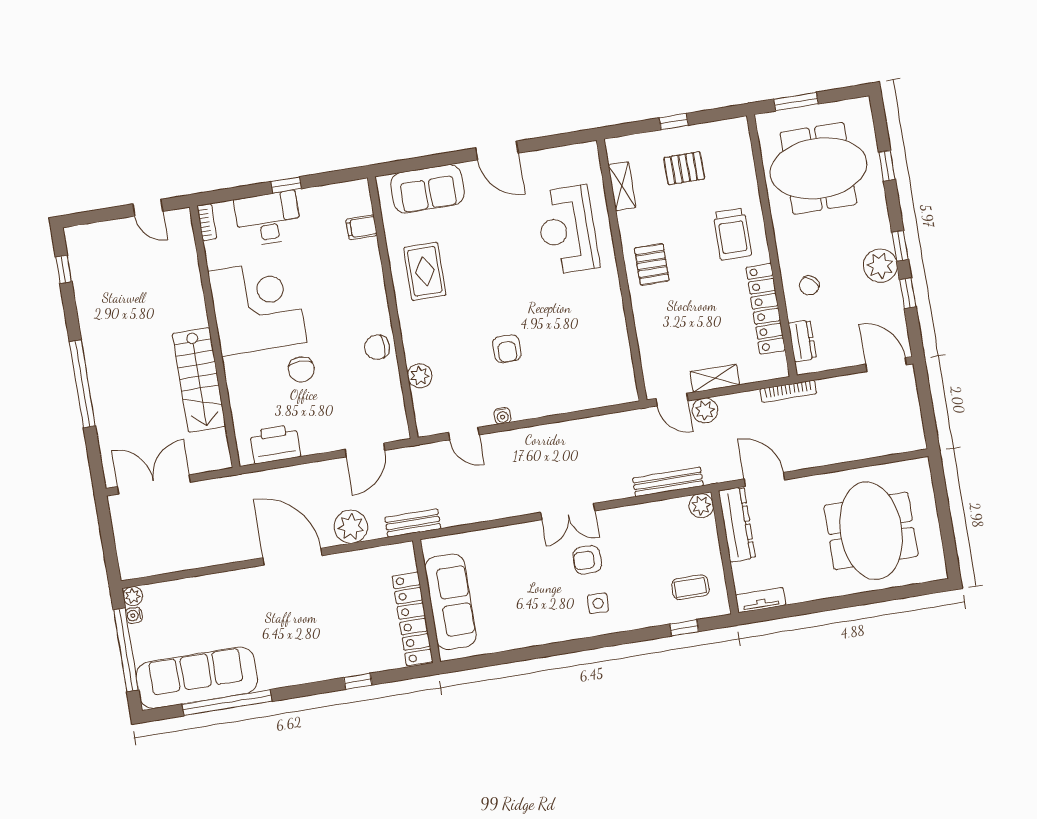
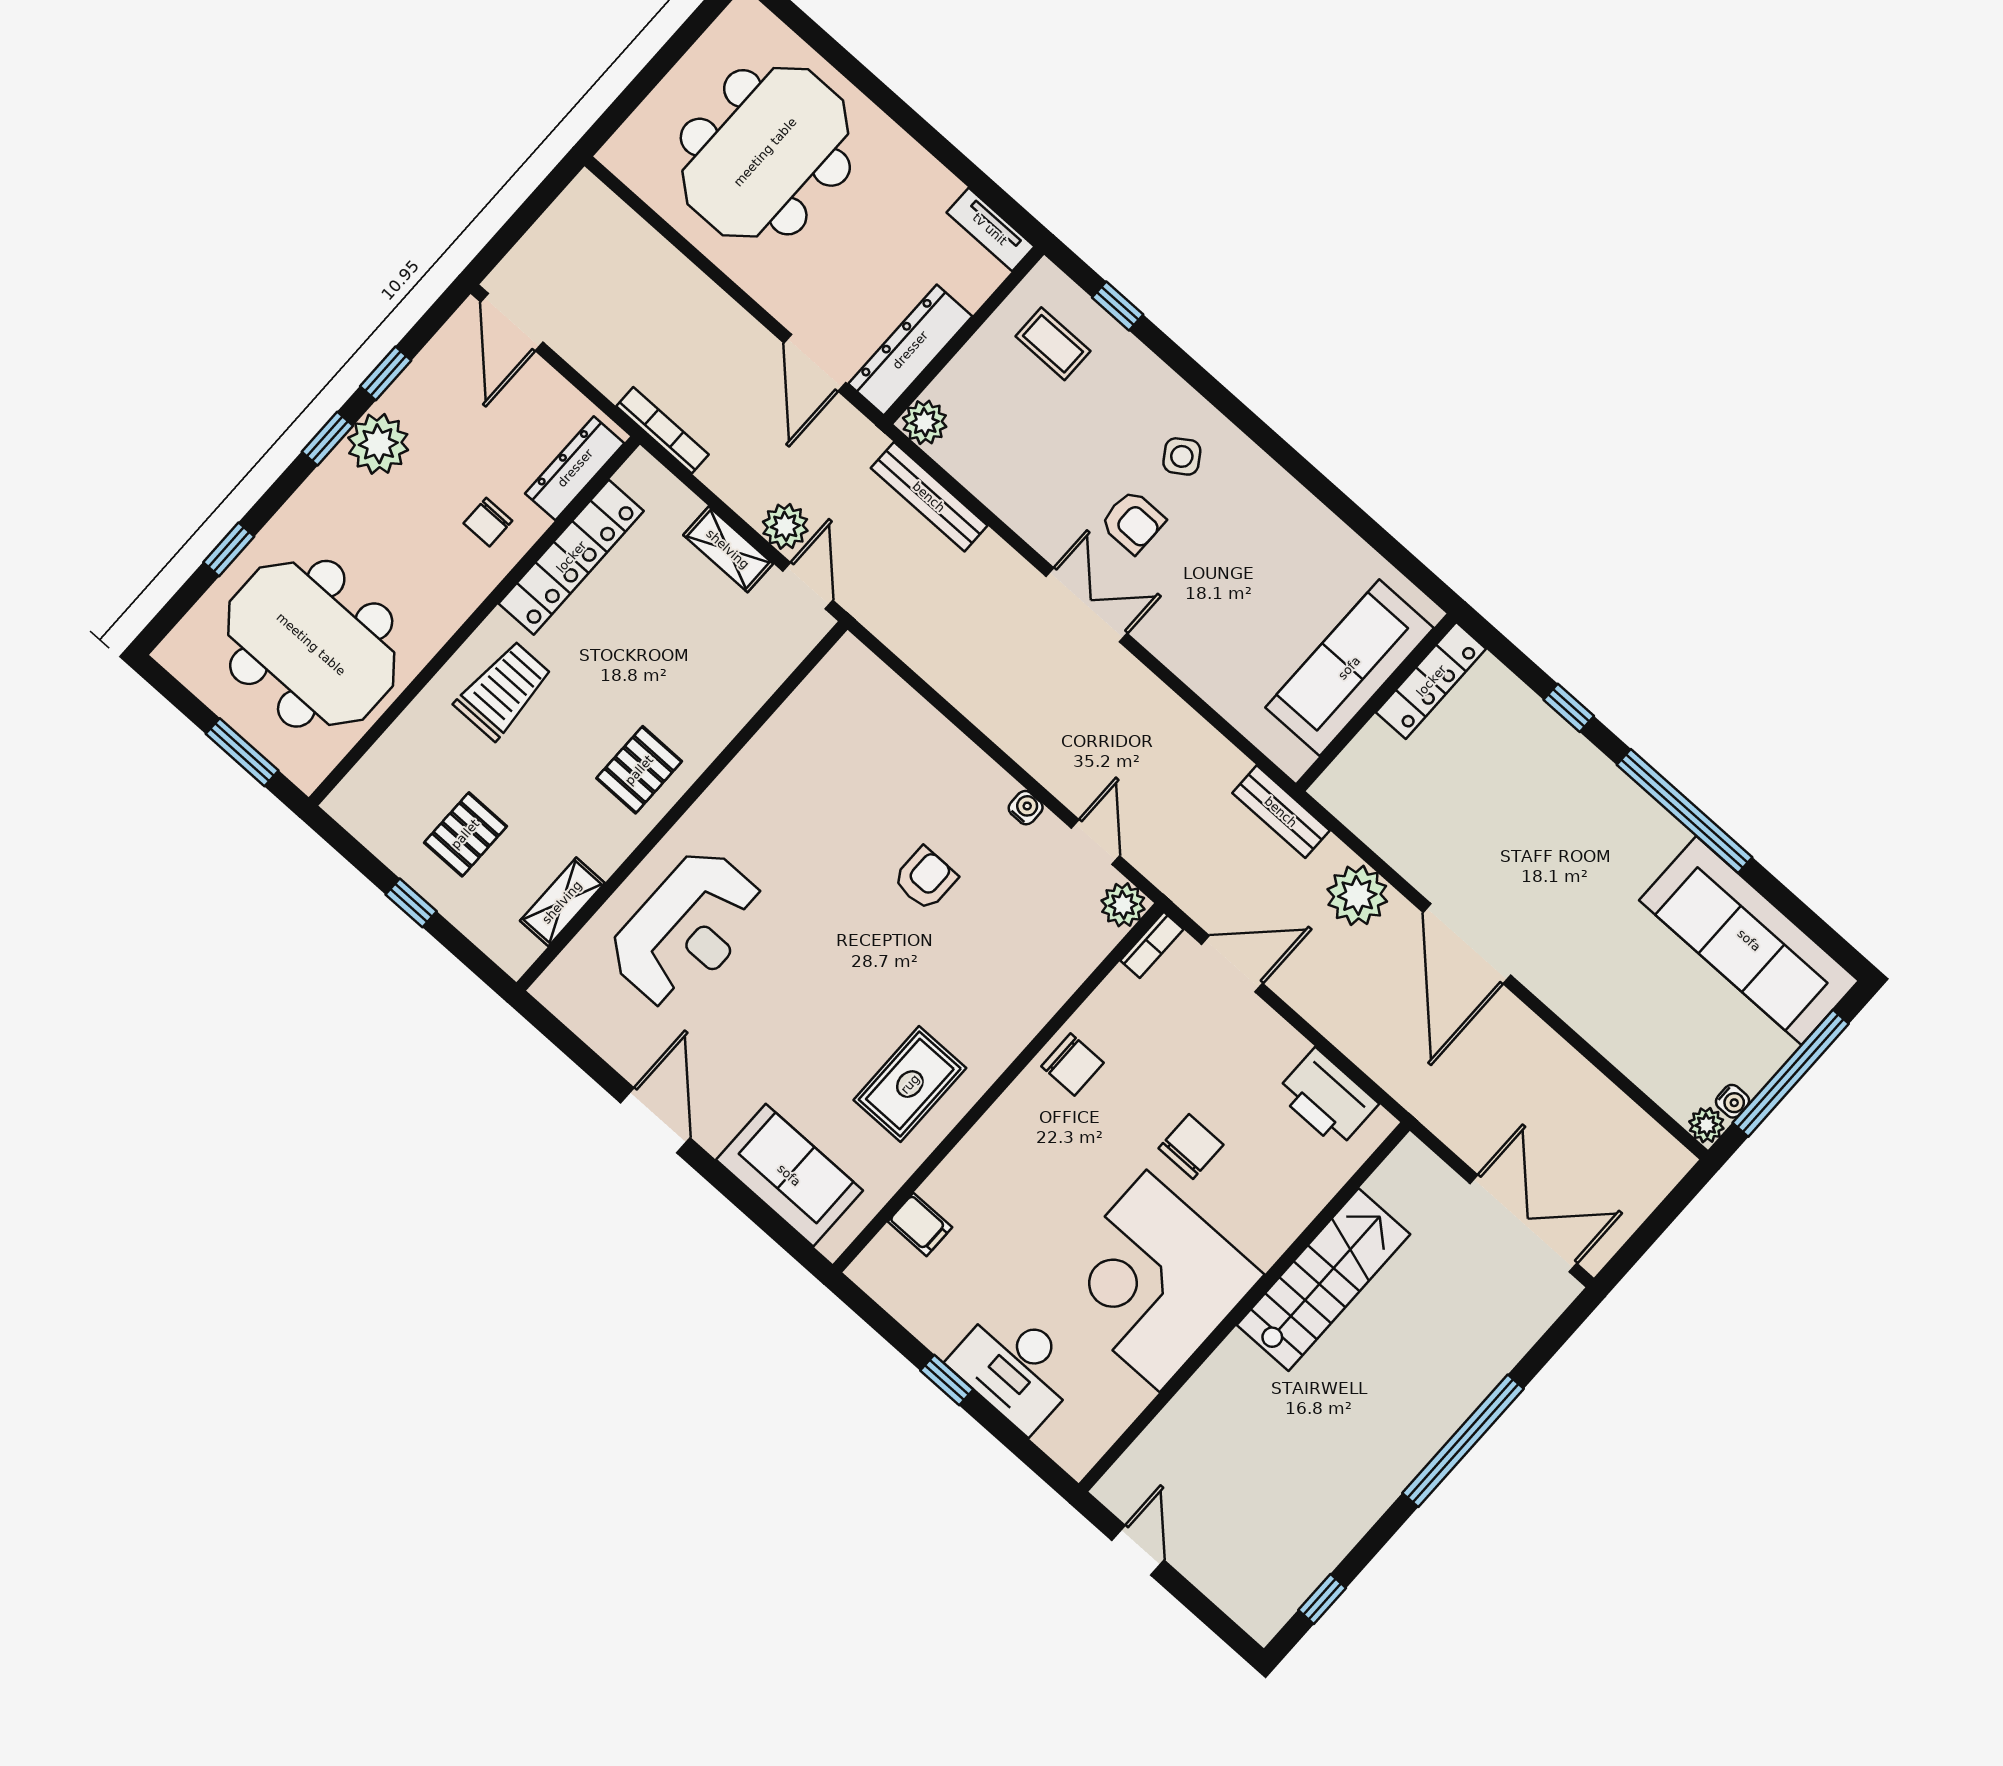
pallet: (684, 168) -> (465, 834), turned 90
bookcase: (207, 222) -> (1152, 945), moved, turned 180
chair: (809, 285) -> (488, 522), turned 139
dresser: (802, 341) -> (575, 468), width x1.44
plant: (420, 376) -> (1123, 905), moved
double door: (154, 484) -> (1524, 1223), swing flipped
side table: (598, 603) -> (1182, 456), turned -36
locker: (412, 619) -> (1431, 681), width x0.71, depth x0.83
window: (227, 703) -> (1685, 811), moved

